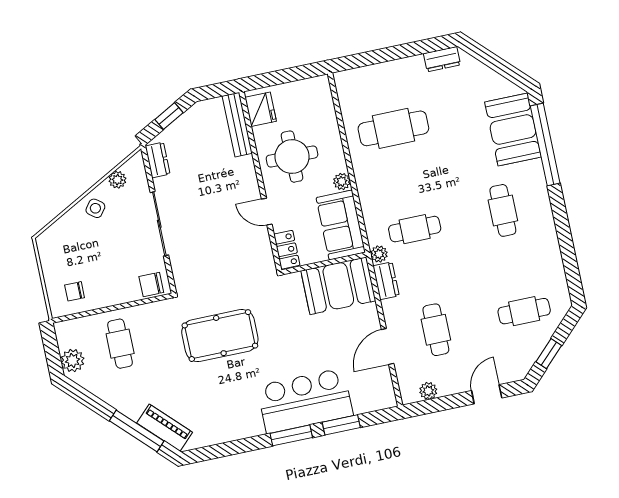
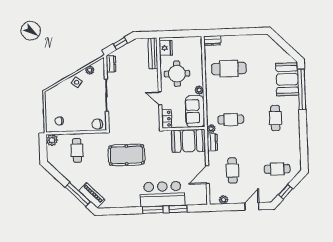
dresser: (442, 59) -> (212, 41), moved
plant: (73, 361) -> (52, 140), moved

